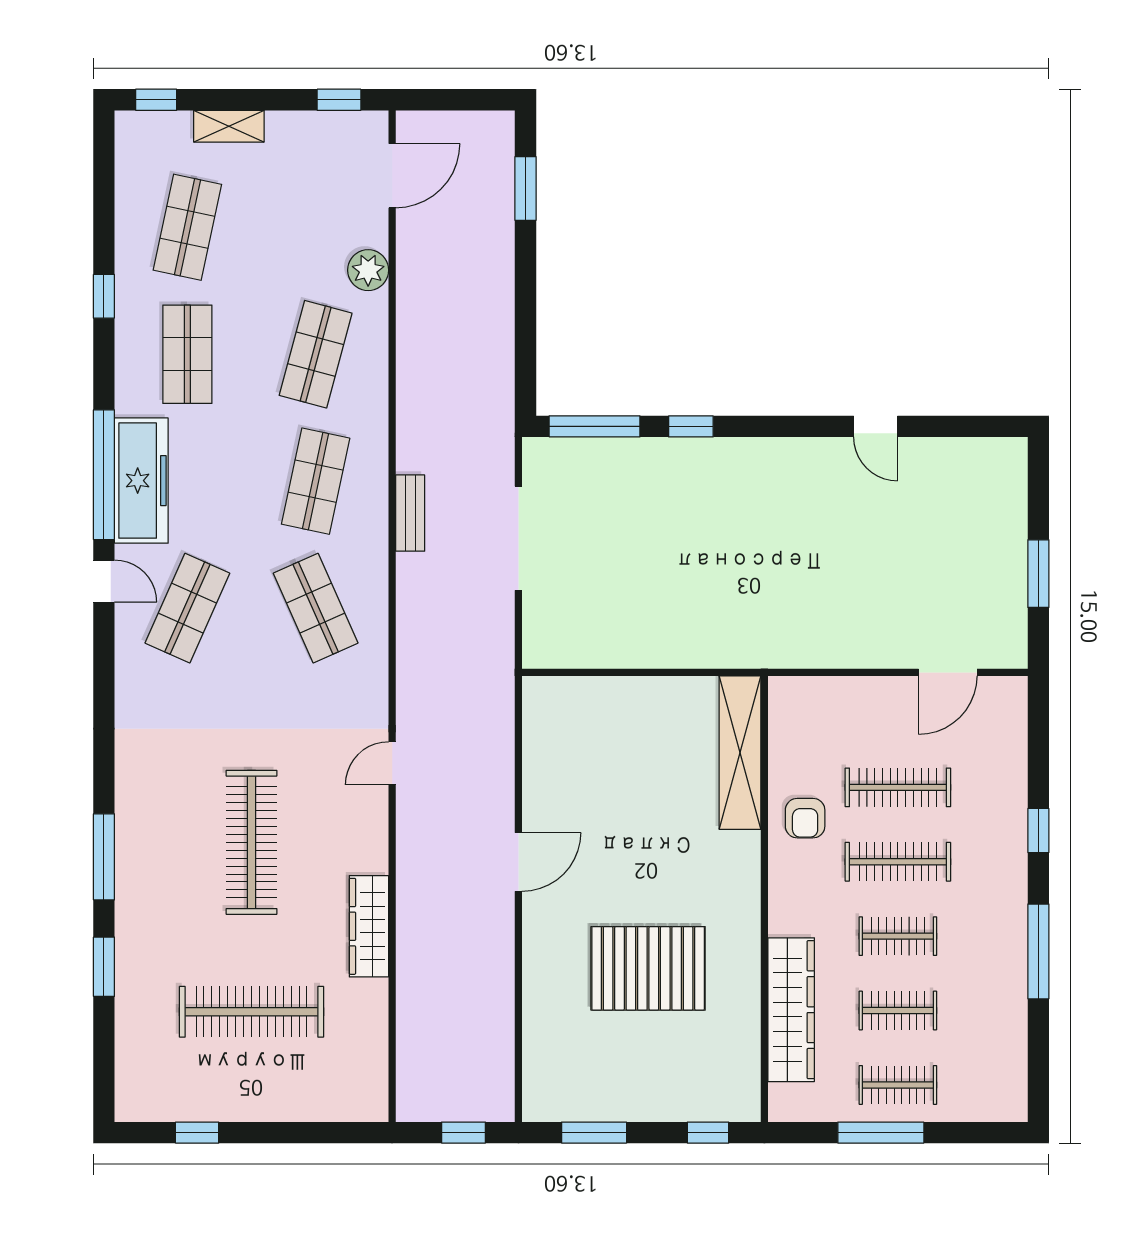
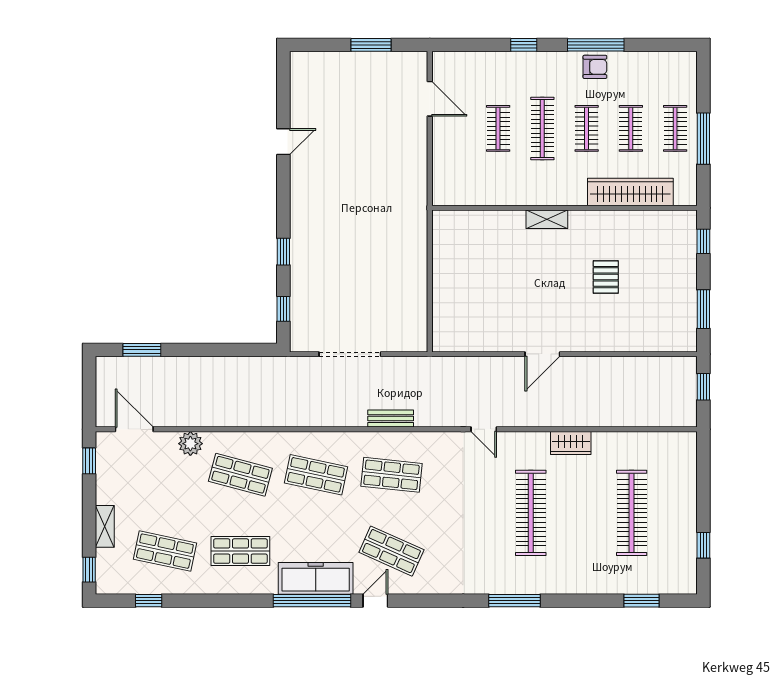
window: (104, 296) -> (149, 601), moved
window: (595, 426) -> (283, 309), width x0.46
bench: (410, 513) -> (391, 419), moved
shop shelf: (316, 608) -> (391, 475), turned 30
shelving: (740, 753) -> (547, 219), moved, width x0.45, depth x0.75
clothes rail: (898, 787) -> (498, 128), width x0.73
armchair: (805, 818) -> (595, 67), moved
clothes rail: (251, 842) -> (531, 513), turned 90
window: (104, 857) -> (515, 601), moved
door: (518, 862) -> (542, 354), swing flipped
wardrobe: (369, 926) -> (571, 443), width x0.67
window: (104, 967) -> (641, 601), moved
pallet: (648, 968) -> (606, 277), width x0.49, depth x0.50

